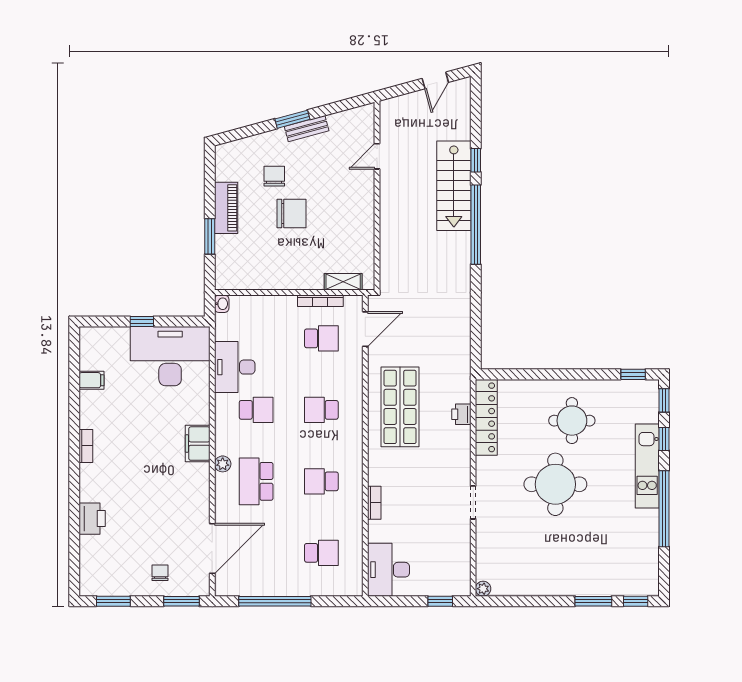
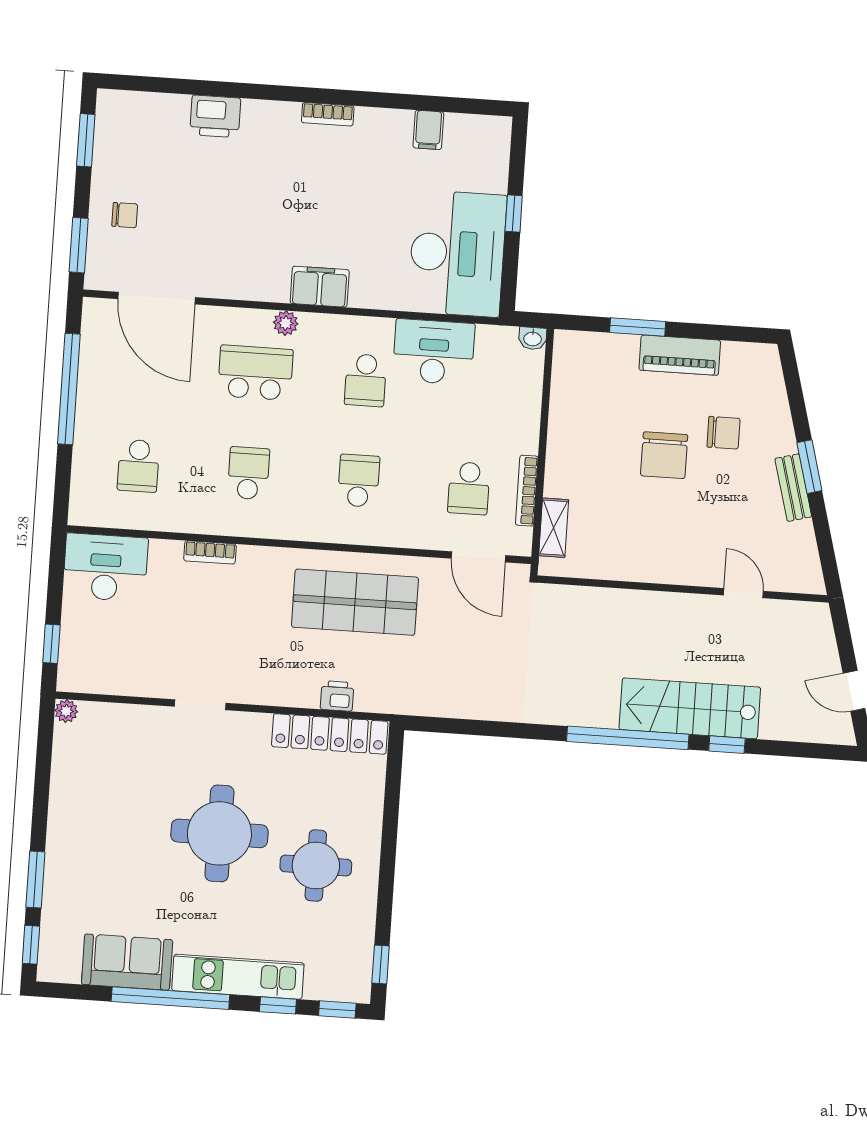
sofa: (643, 538) -> (127, 962), added

